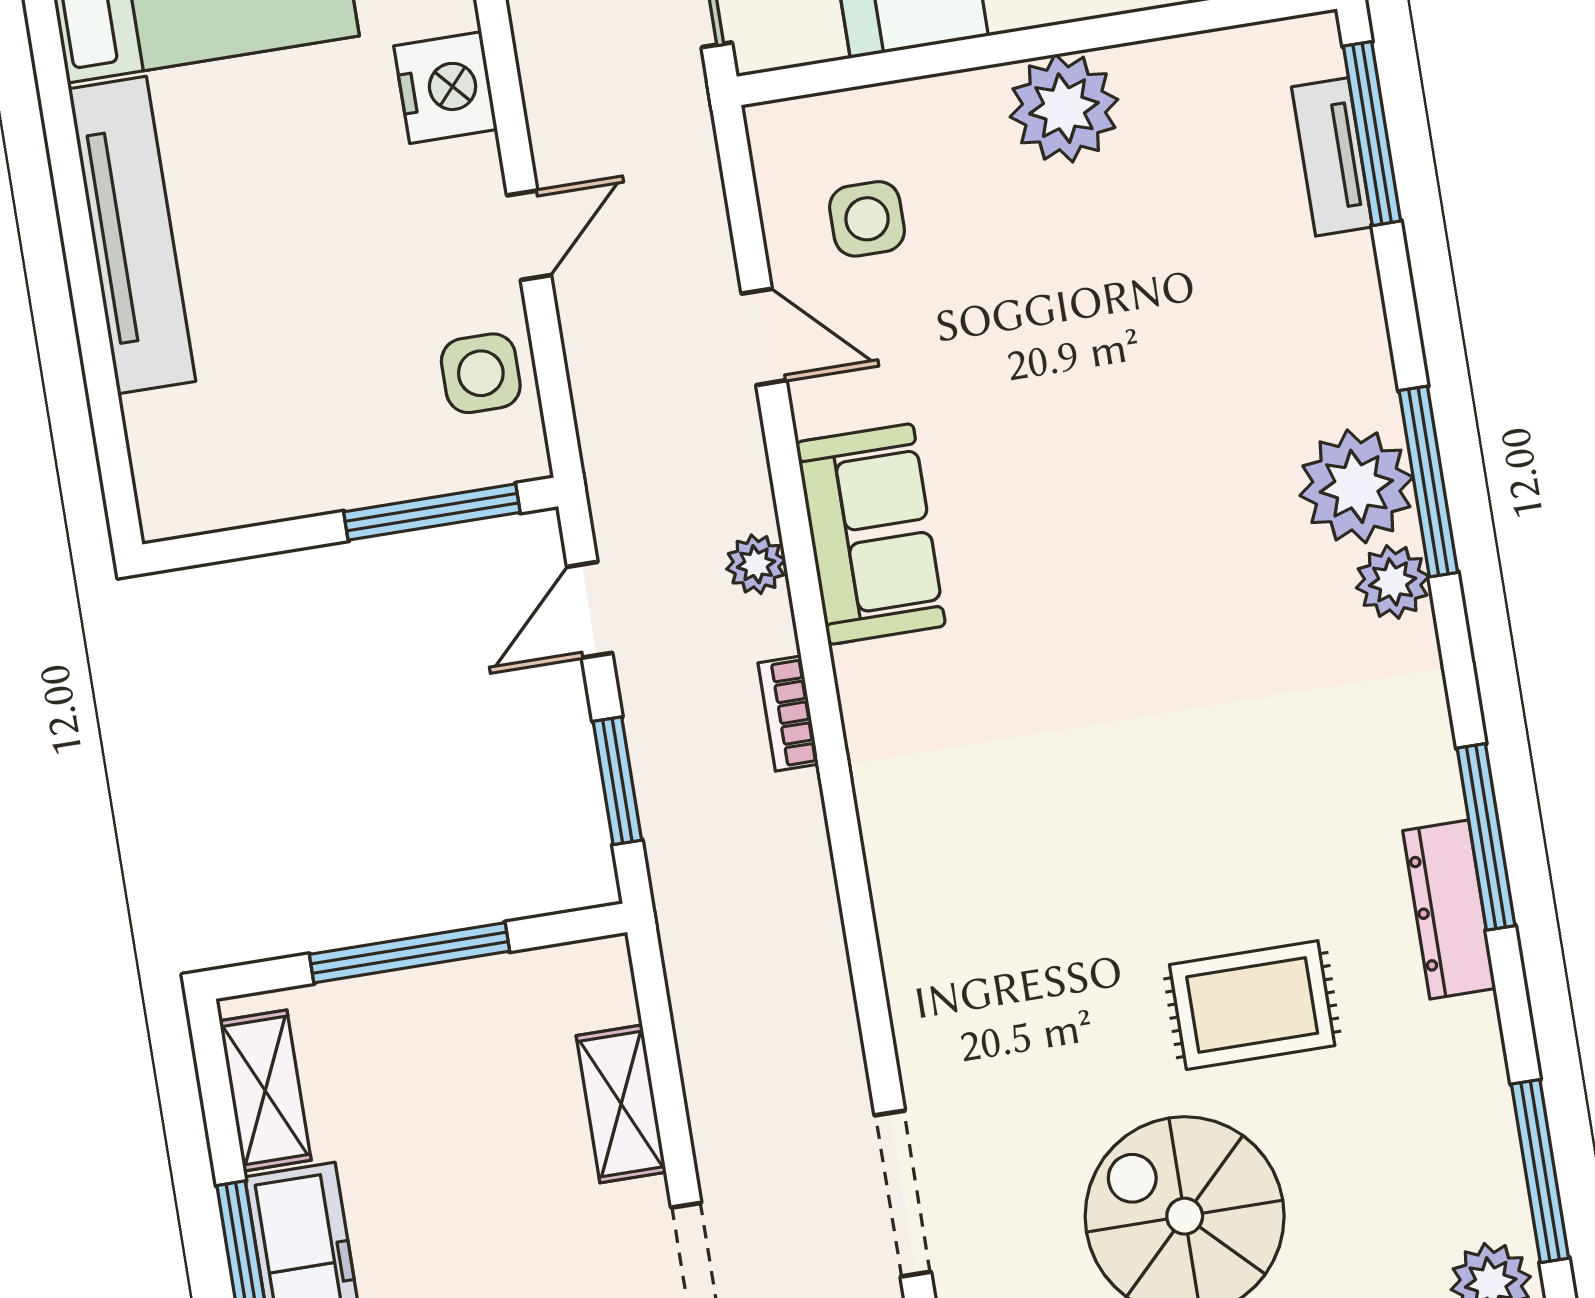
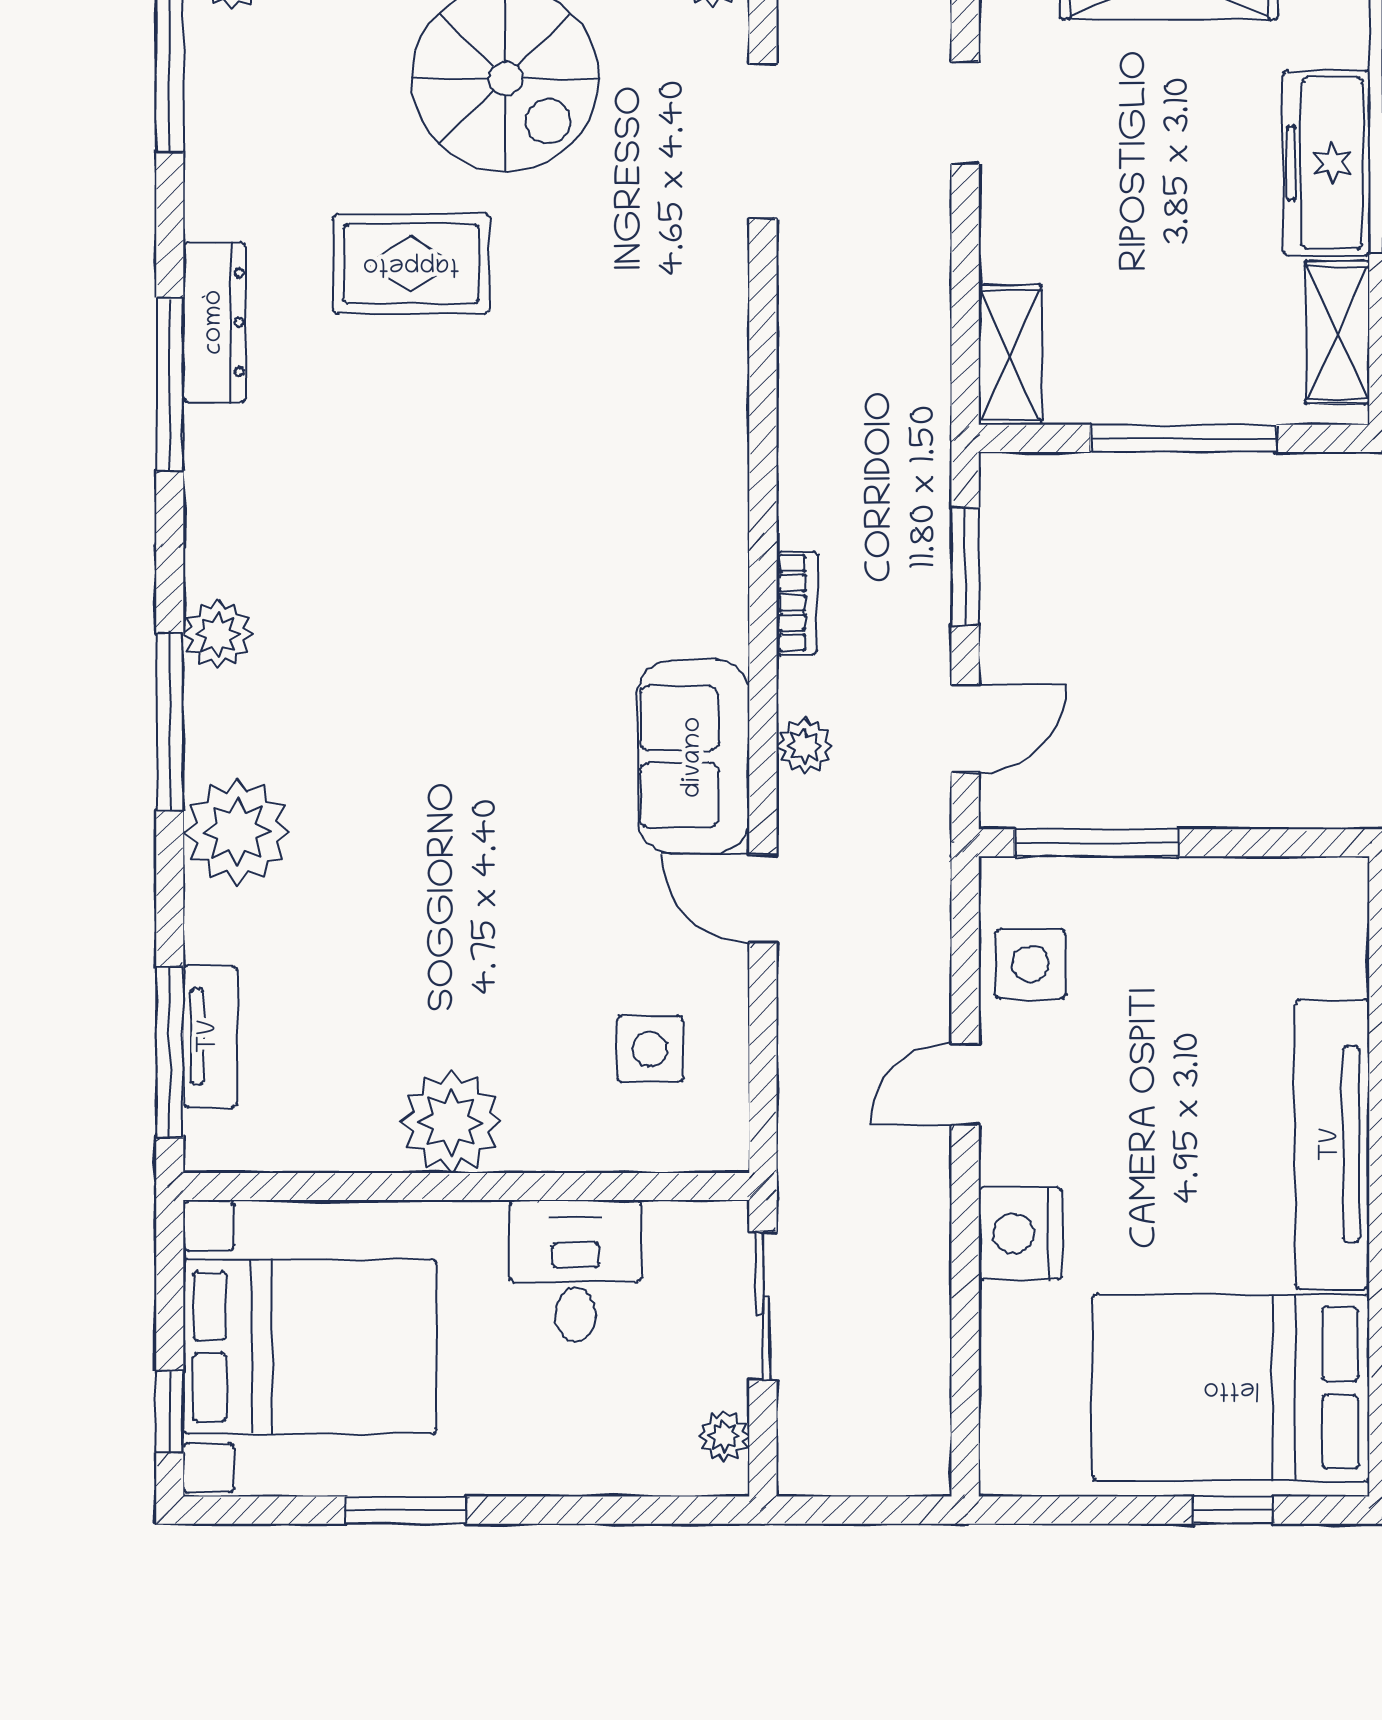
door: (764, 337) -> (763, 898), moved
plant: (1356, 486) -> (237, 832), moved
shelving: (621, 1104) -> (1010, 355), moved

